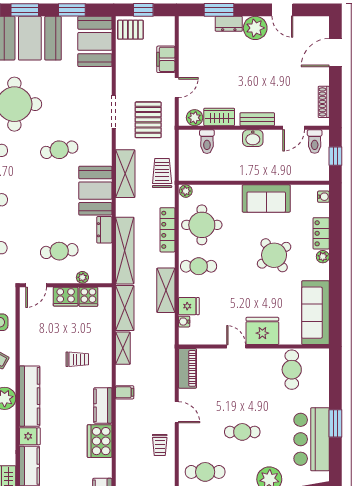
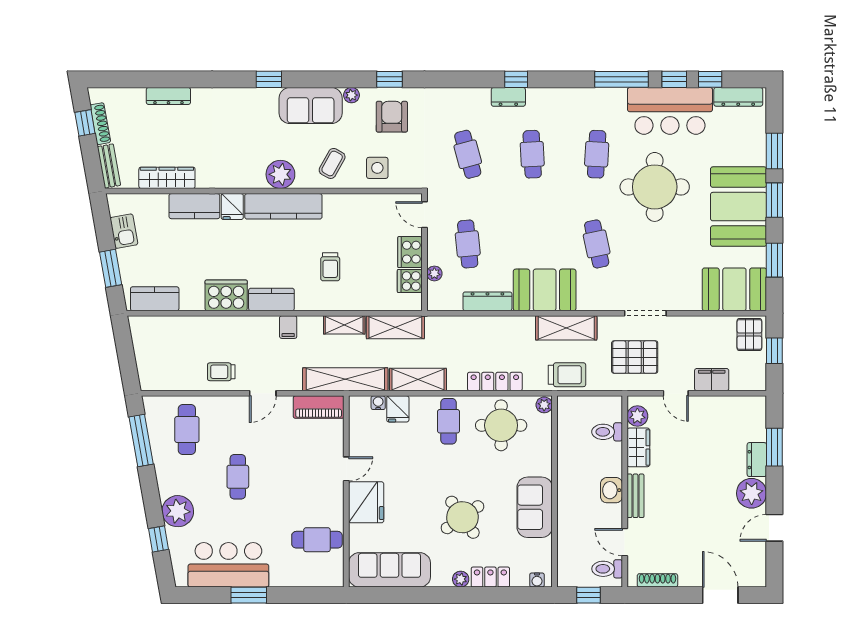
dresser: (104, 230) -> (487, 301), width x1.44
shelving: (125, 251) -> (345, 379), moved

